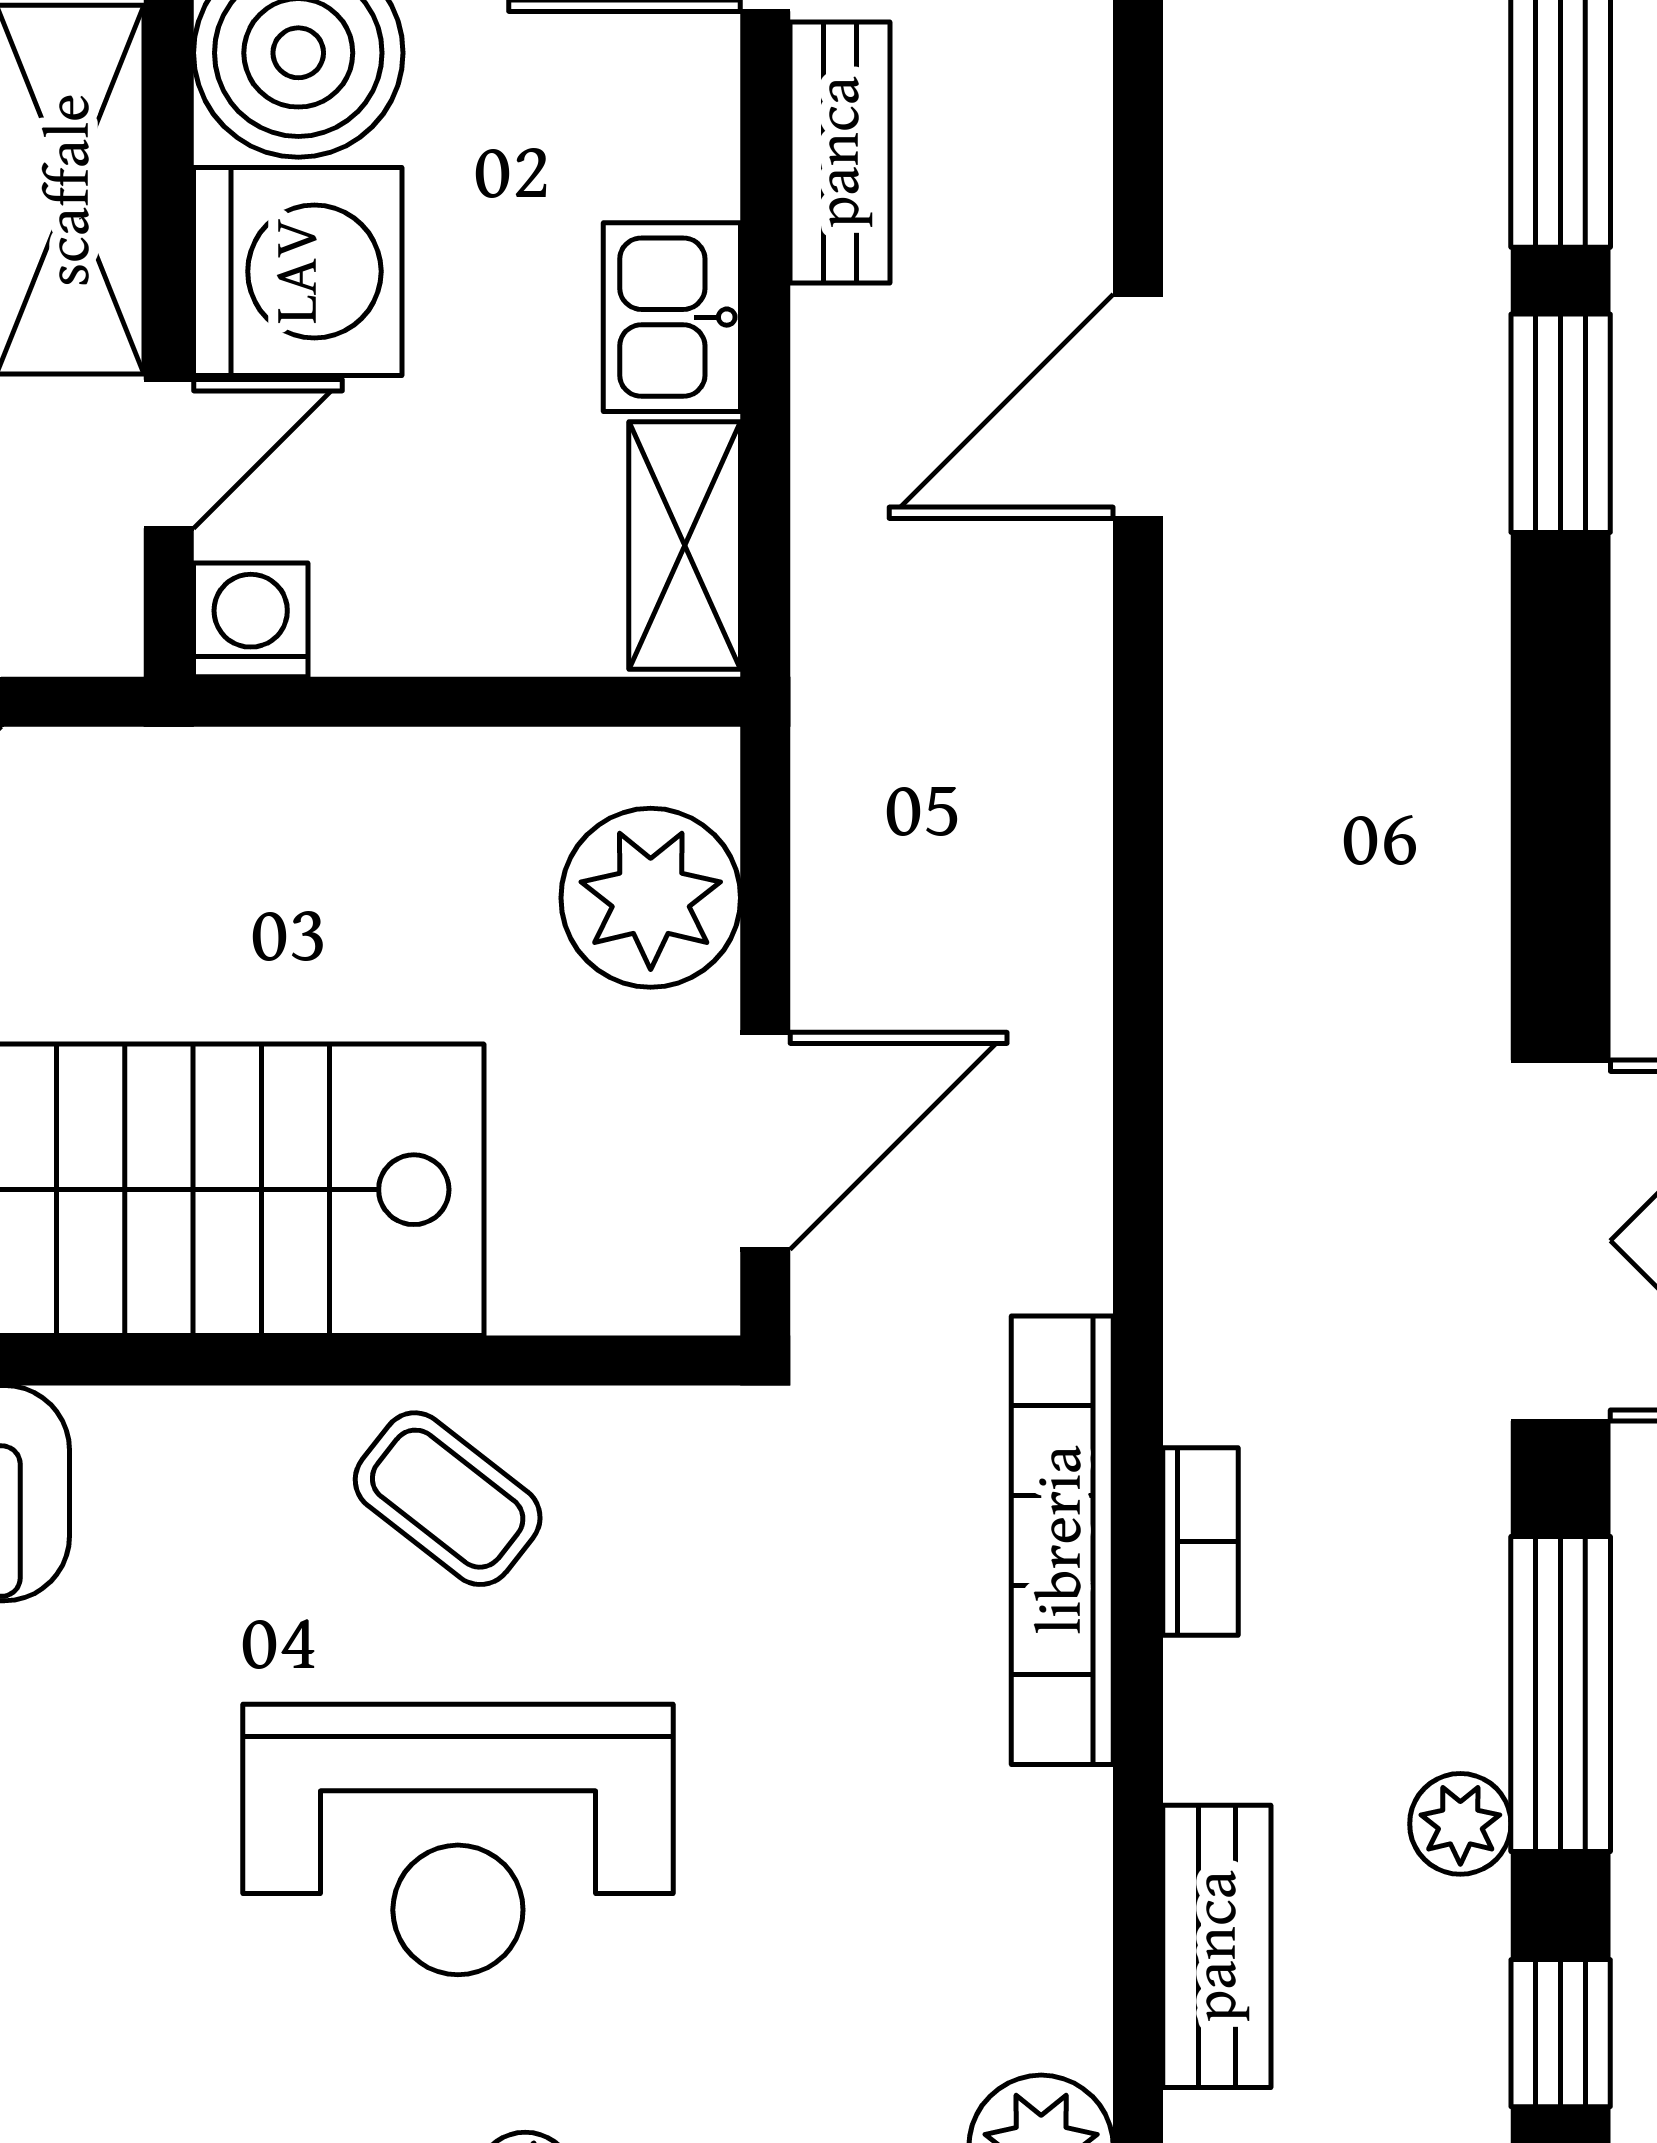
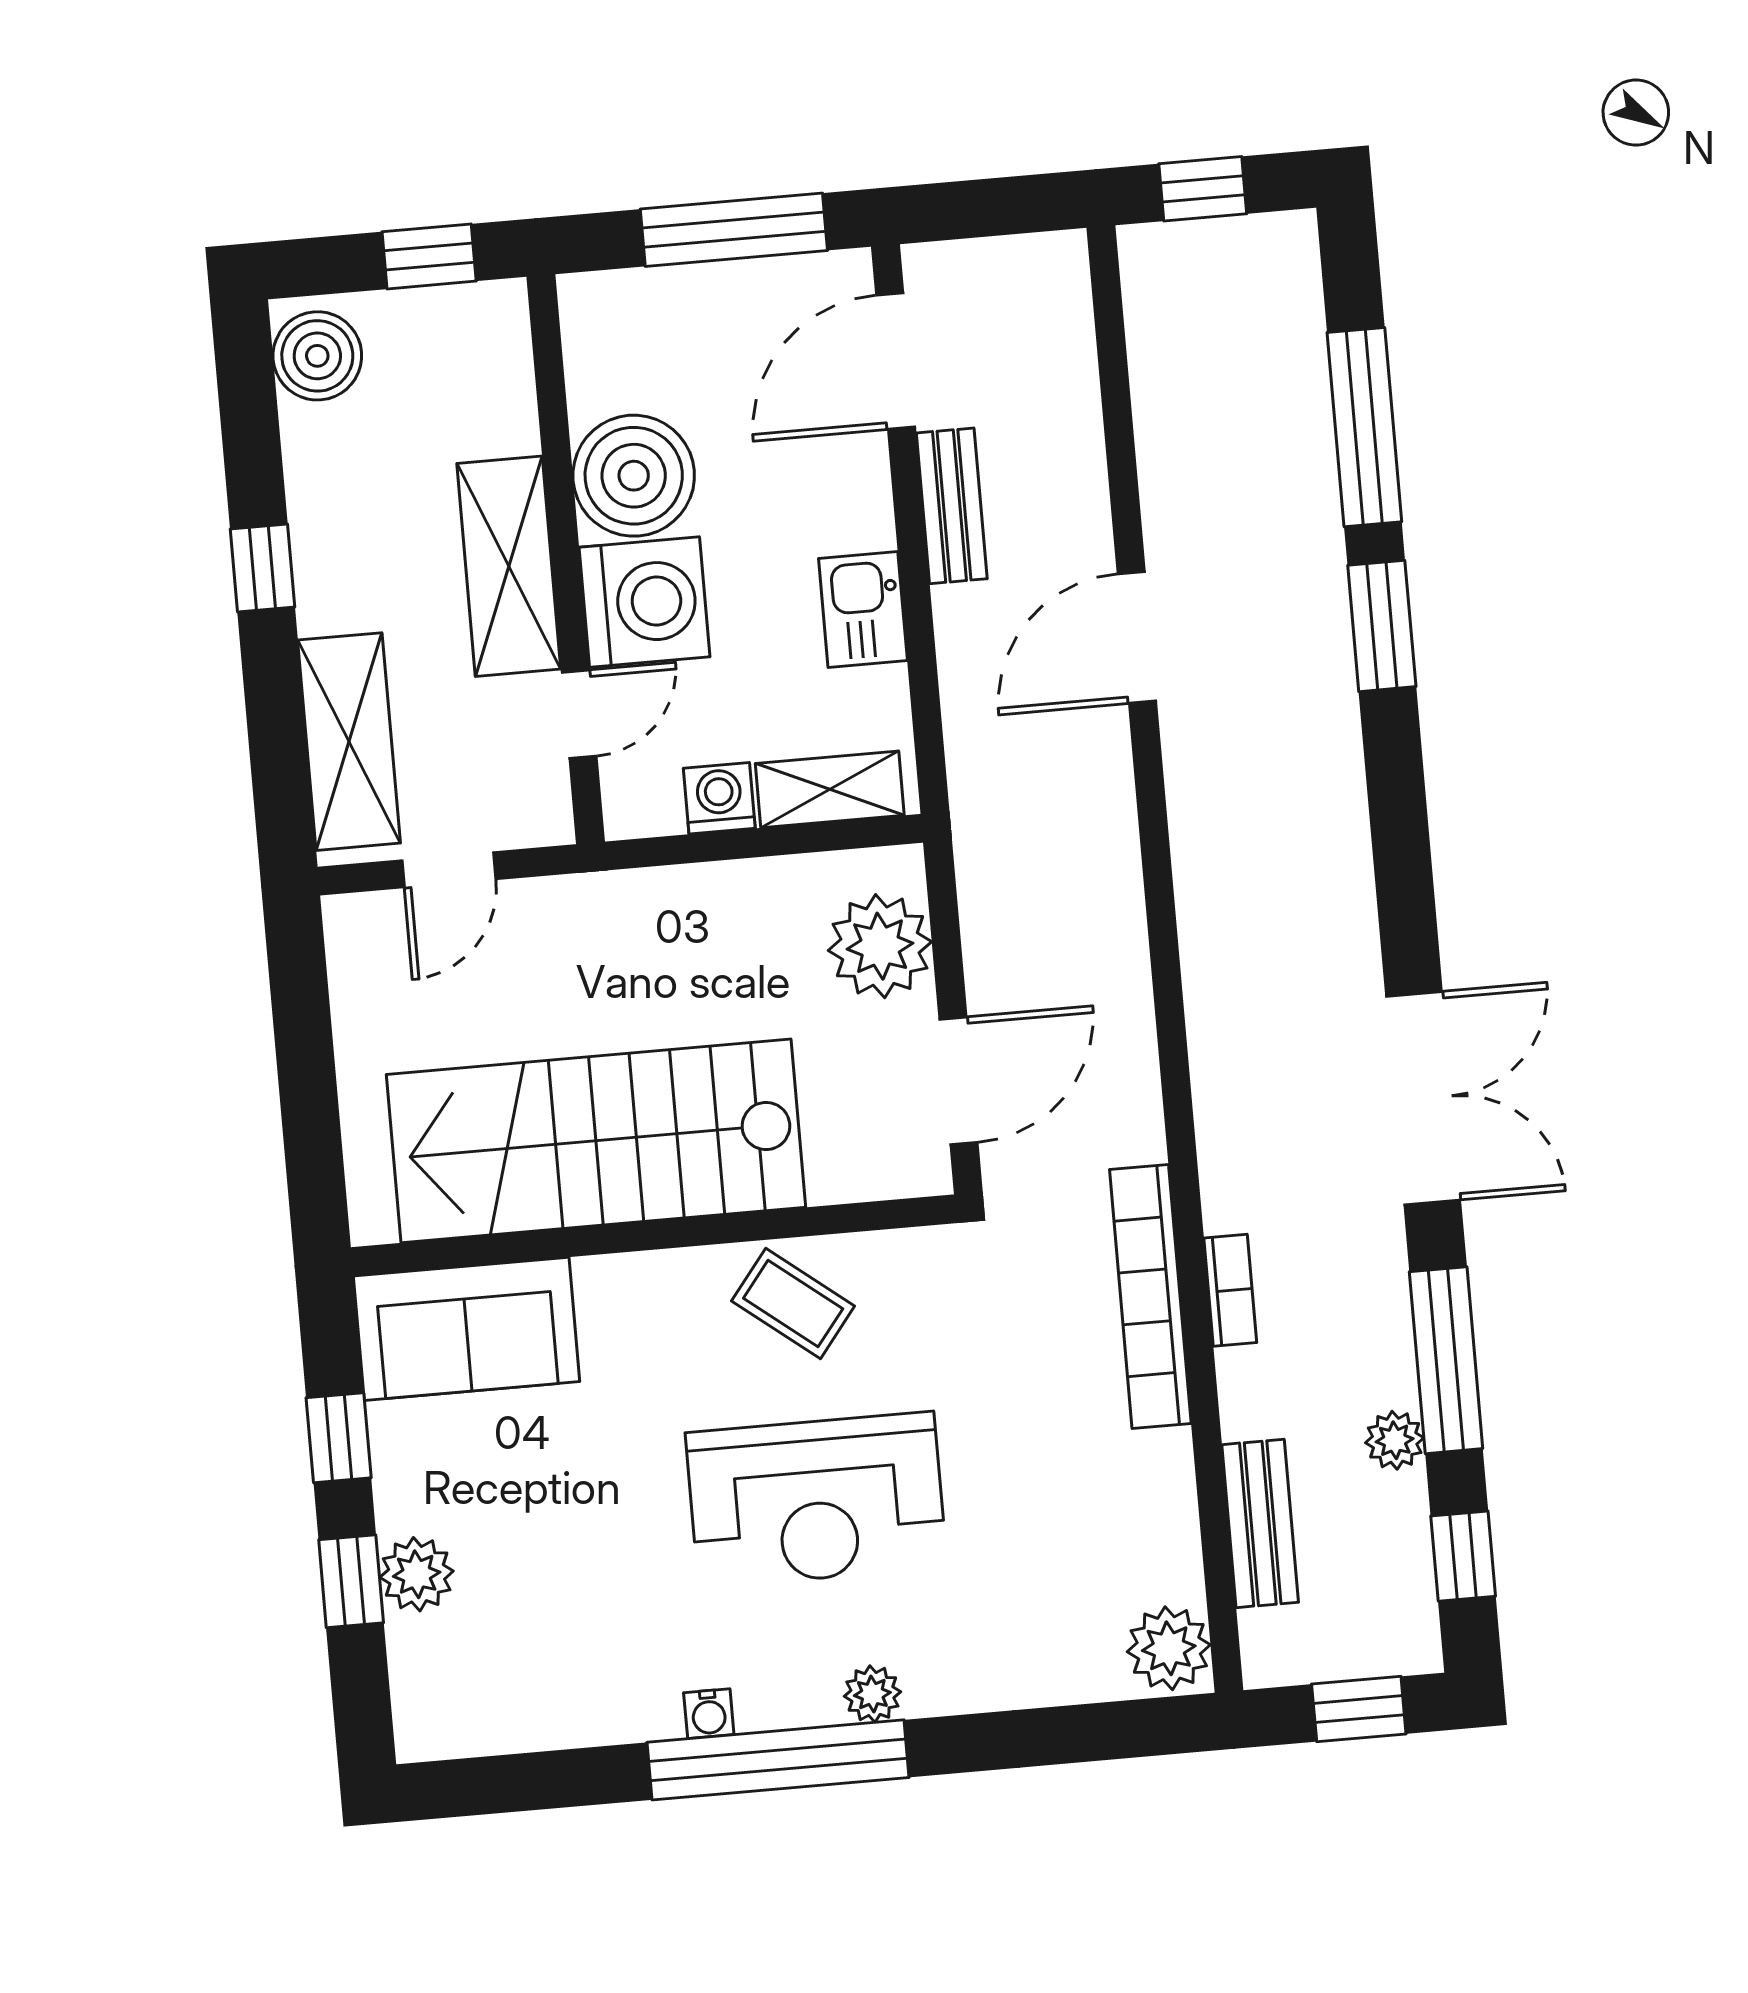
shelving: (685, 545) -> (830, 789), moved, turned 90
washing machine: (251, 620) -> (719, 798), moved

